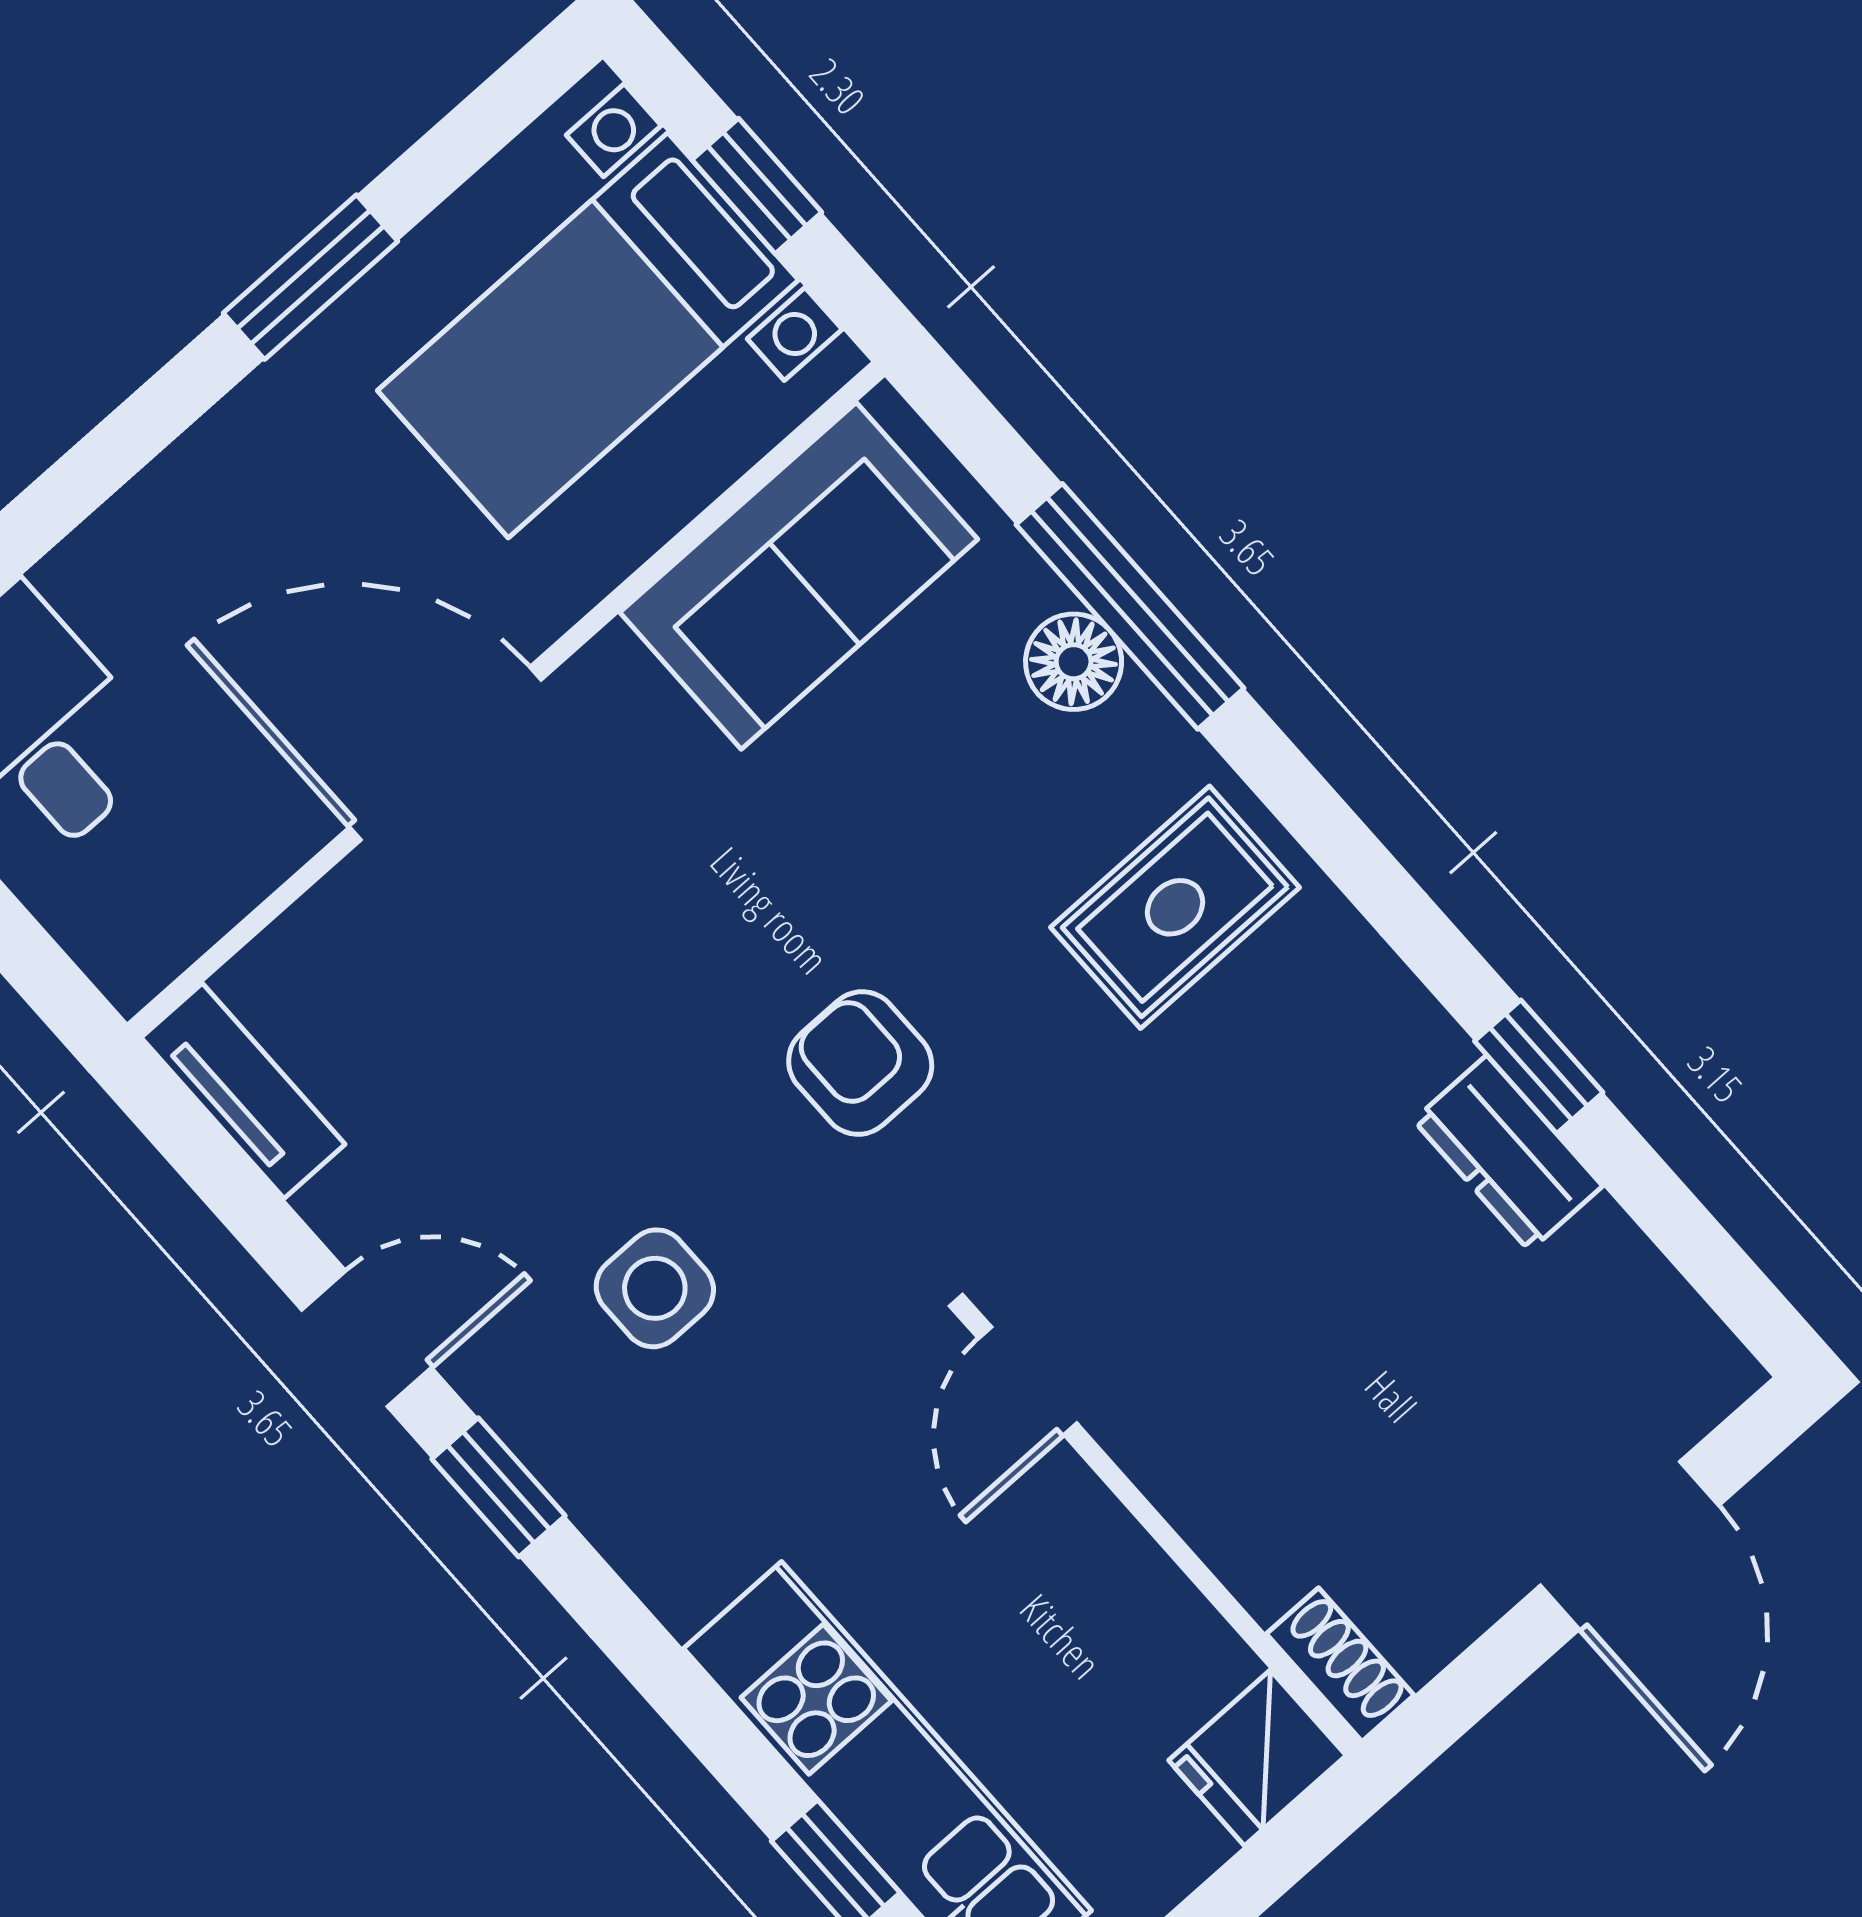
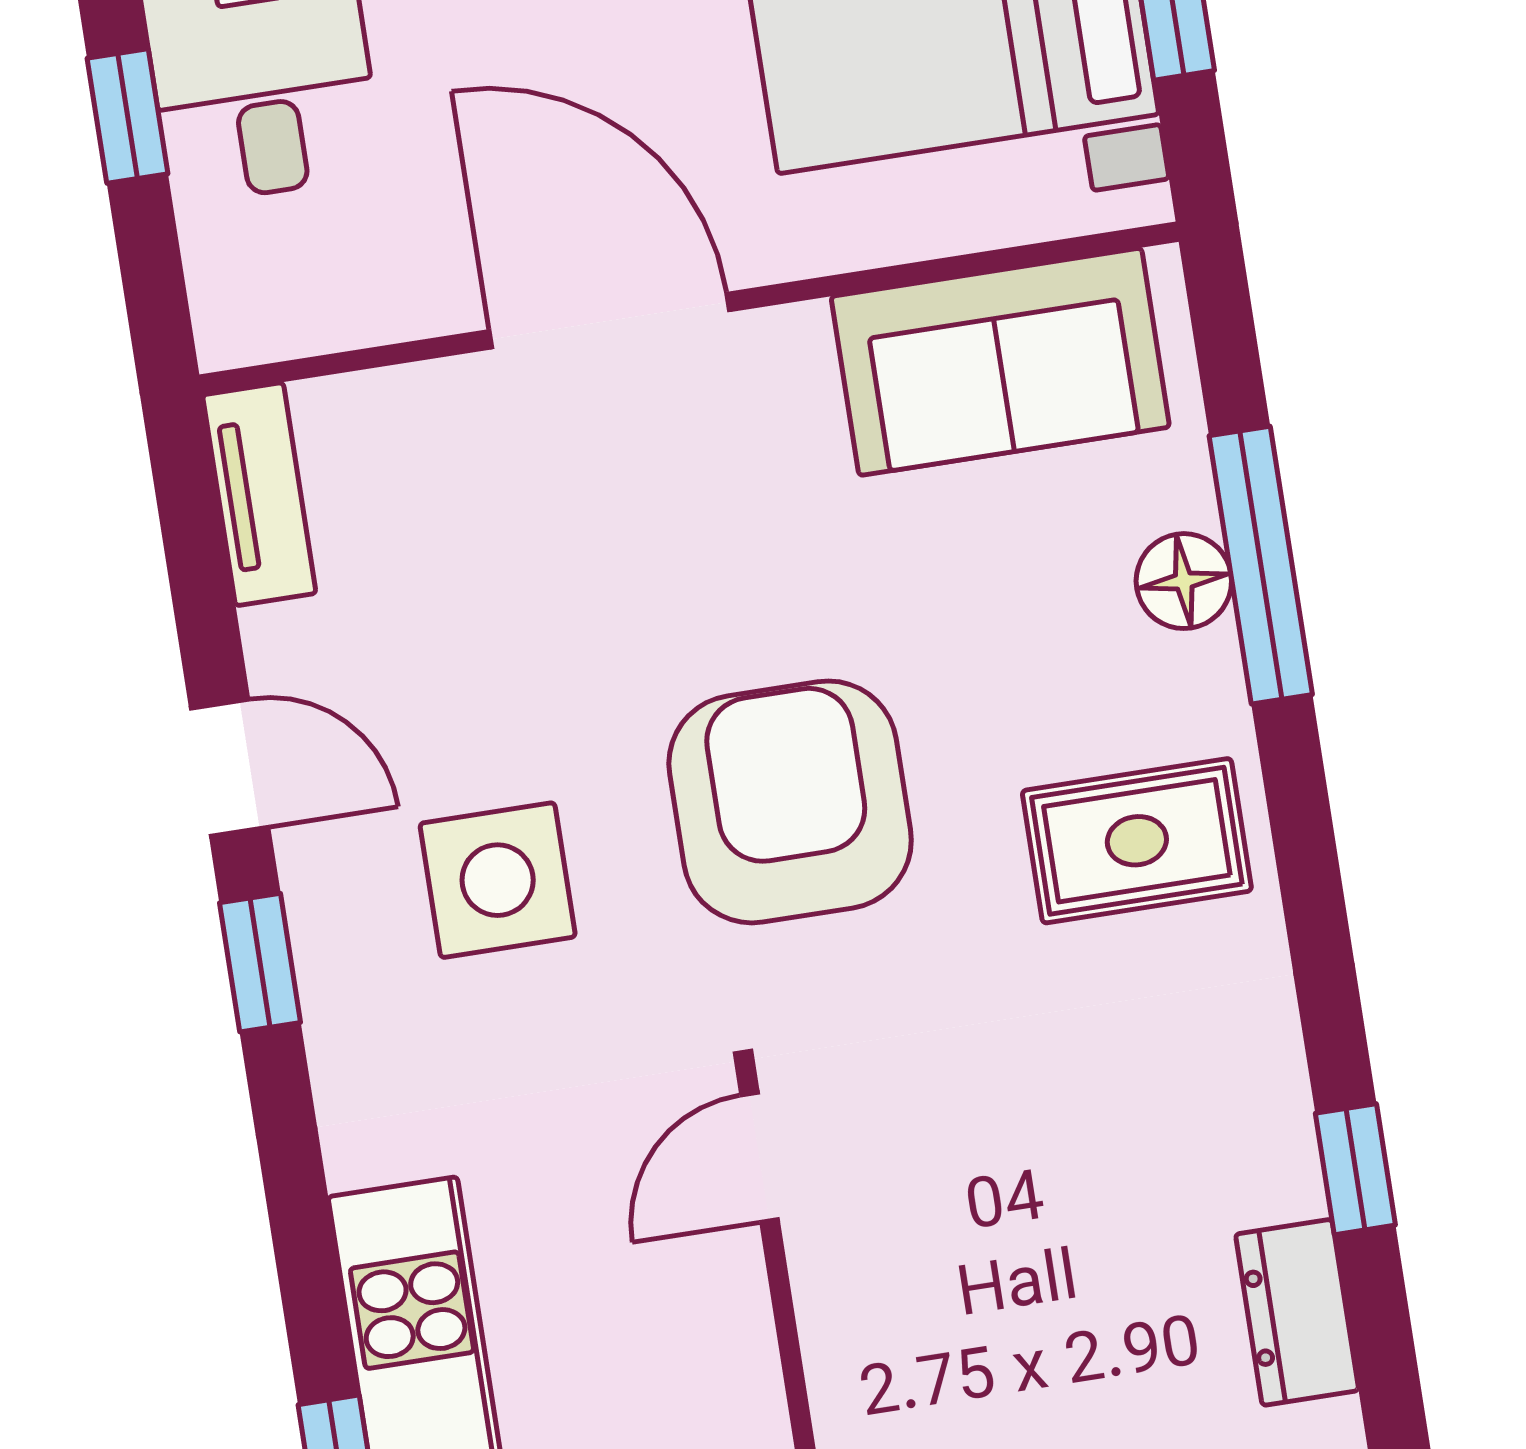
armchair: (860, 1063) -> (790, 802), width x1.88, depth x1.88
dresser: (1508, 1153) -> (1297, 1312), moved
side table: (655, 1288) -> (498, 880), width x1.37, depth x1.37

